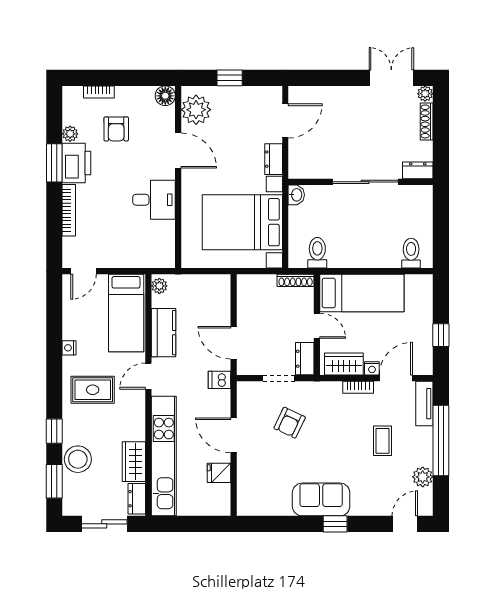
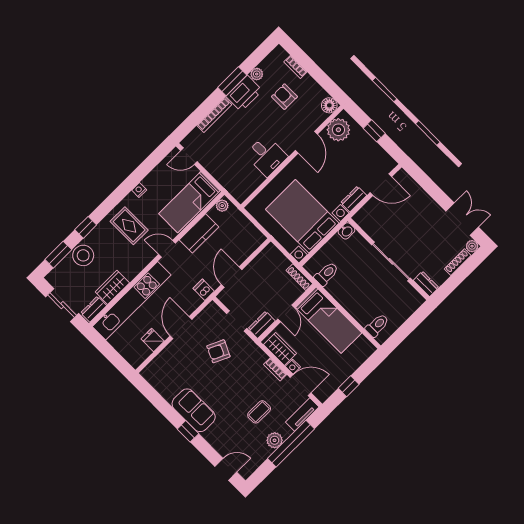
armchair: (116, 129) -> (284, 97), turned 90
plant: (423, 477) -> (275, 440), moved

